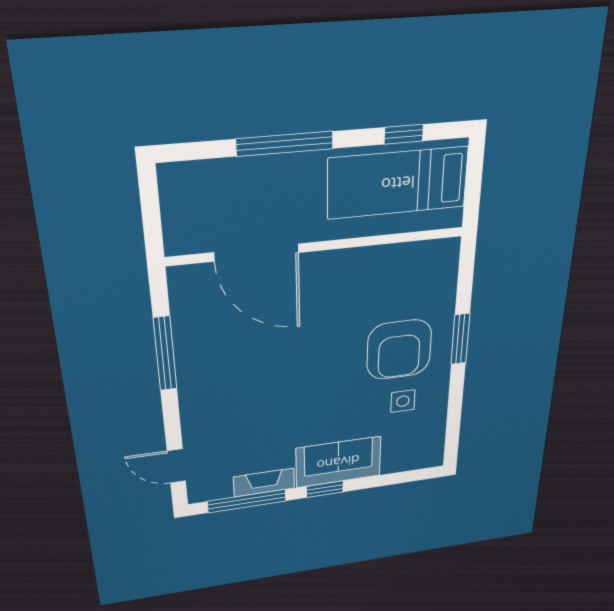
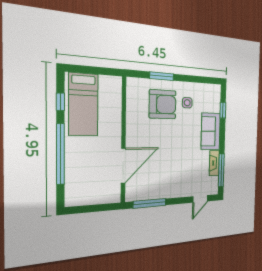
window: (285, 144) -> (60, 154), width x1.46
wall: (318, 246) -> (123, 140), moved
door: (257, 252) -> (123, 166), moved
window: (325, 489) -> (223, 110), moved

